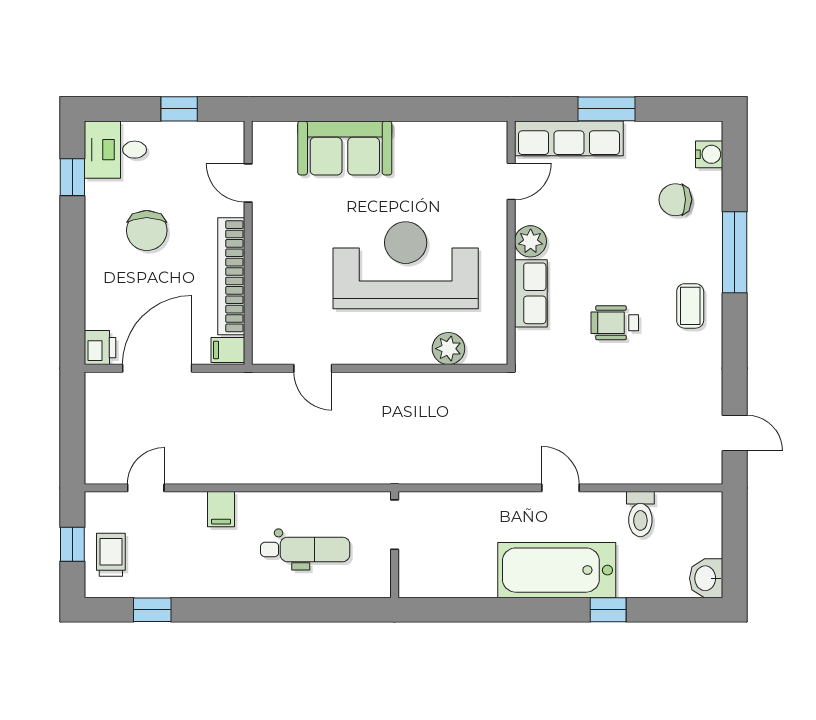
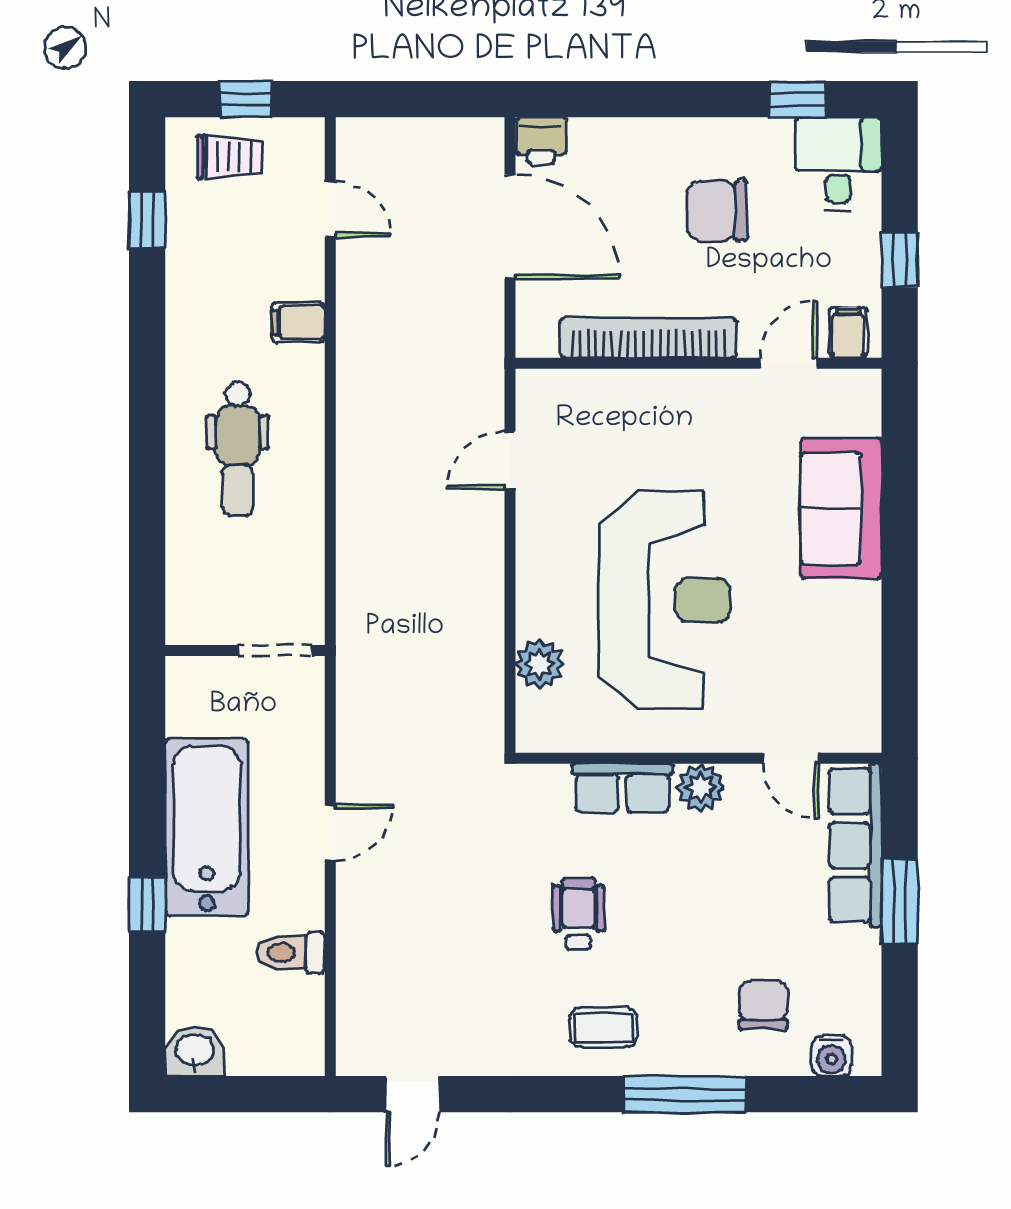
filing cabinet: (228, 350) -> (848, 333), moved
doorway: (395, 525) -> (275, 651), moved
wall: (395, 545) -> (245, 651), moved

